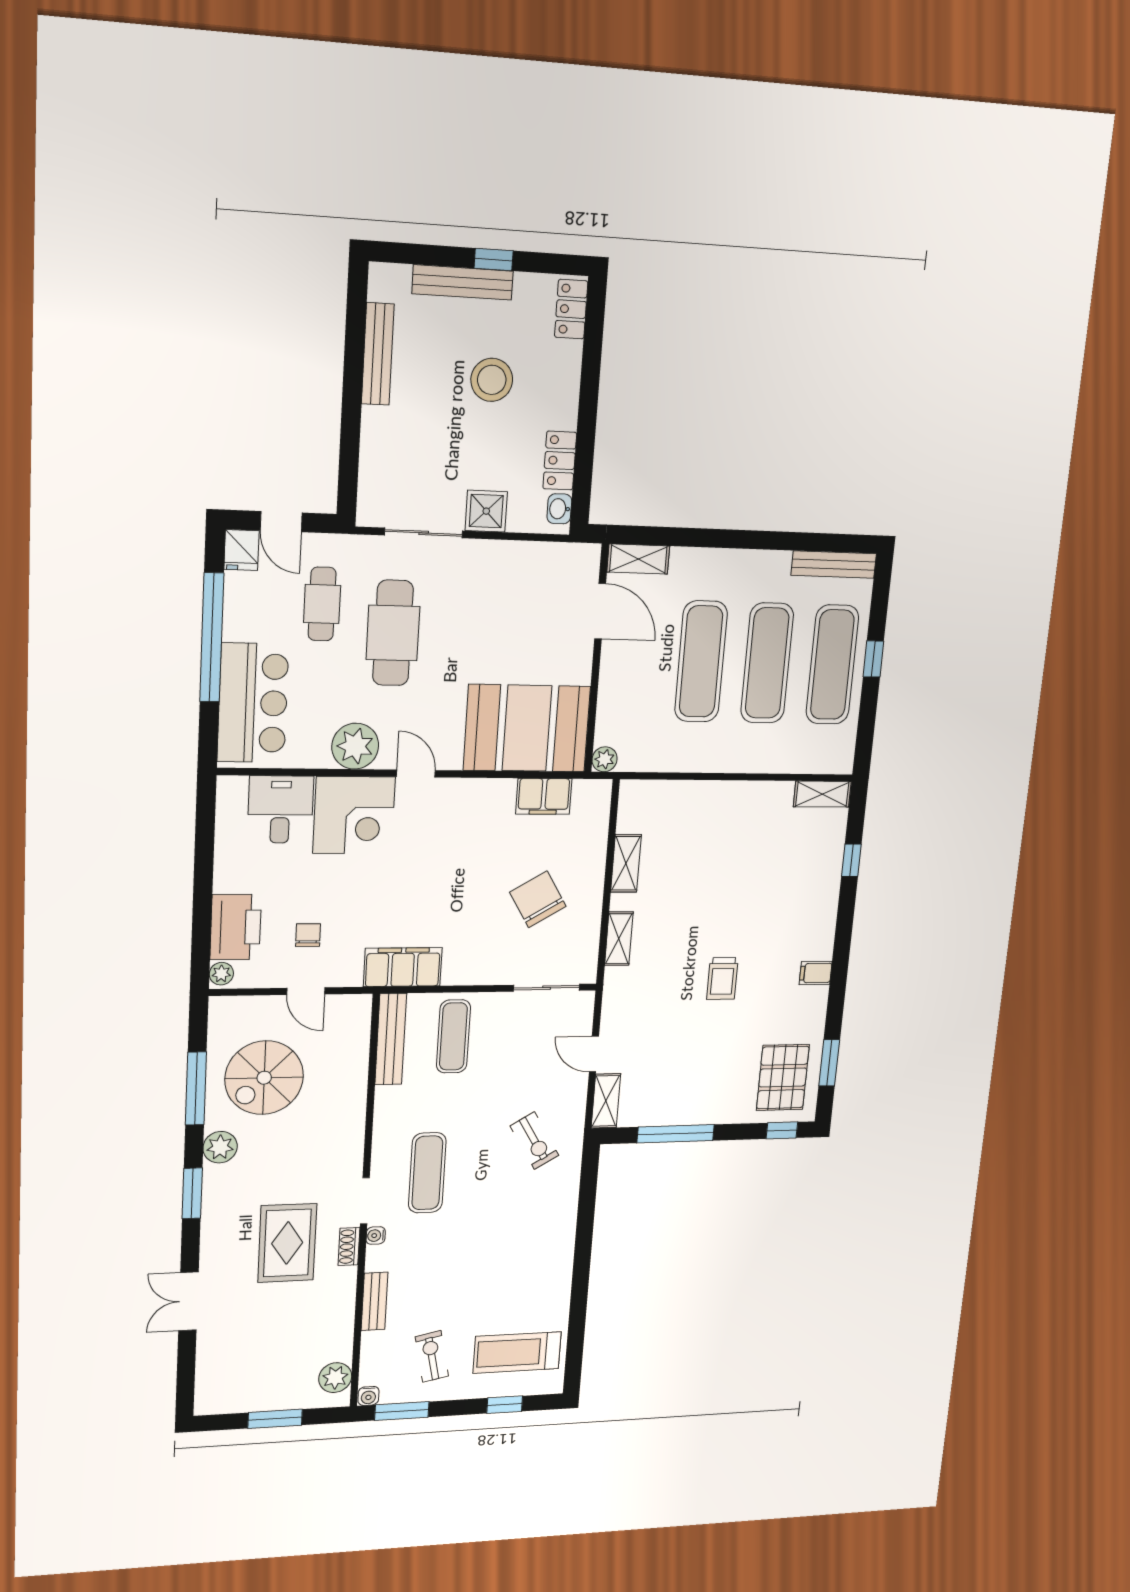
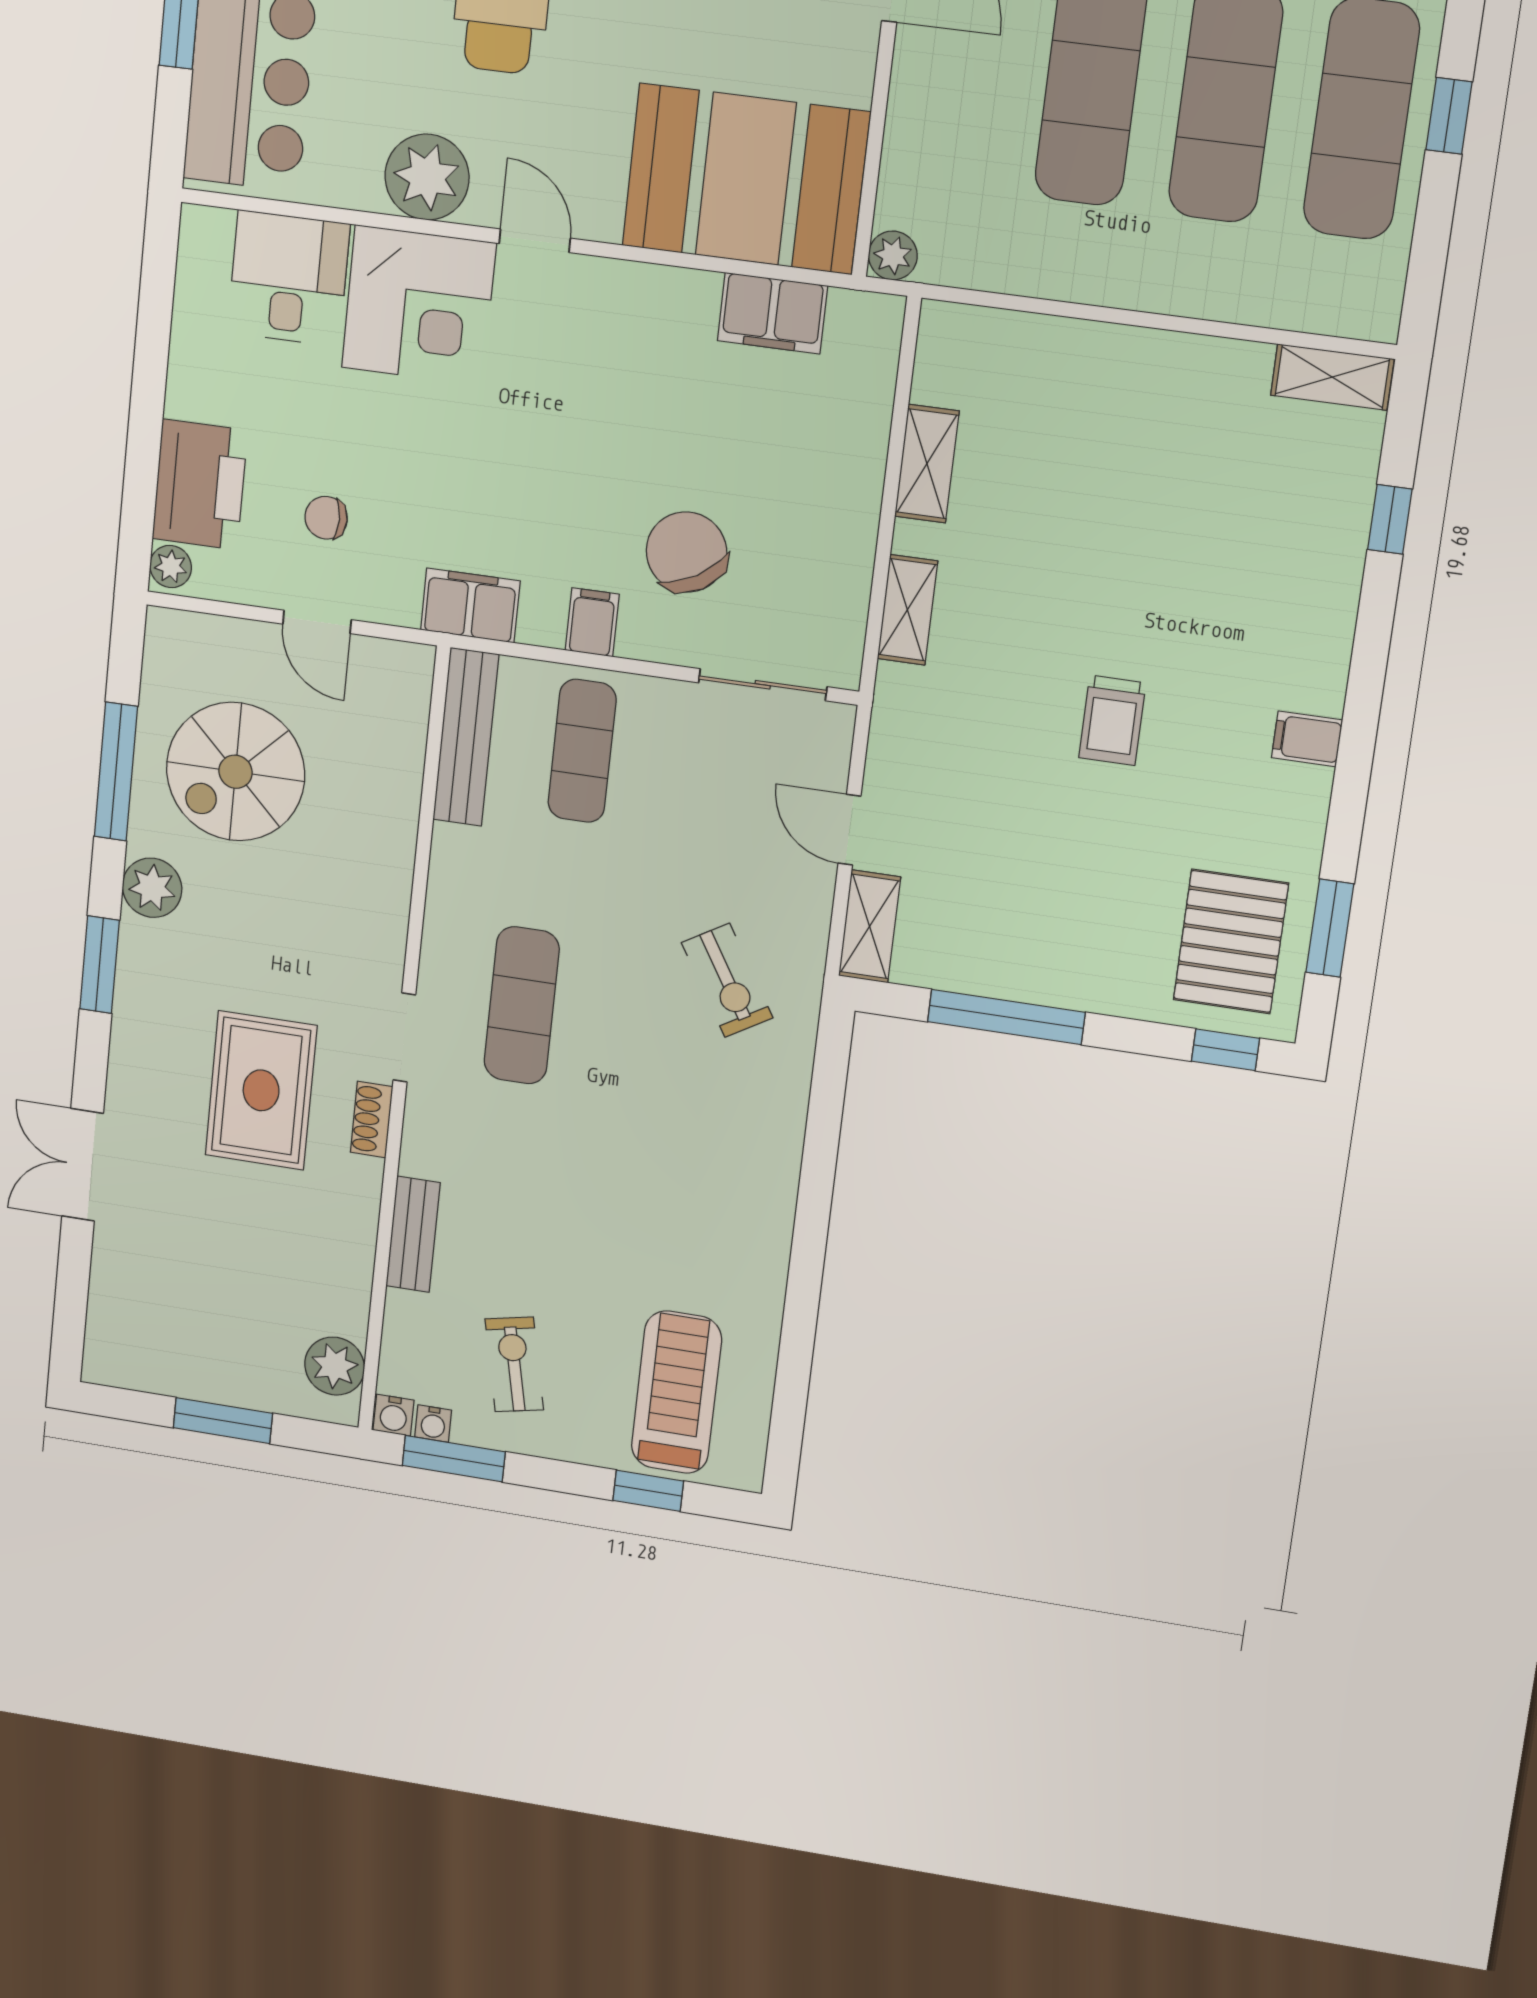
chair: (538, 899) -> (686, 552), moved
chair: (308, 935) -> (326, 518), turned -90
filing cabinet: (403, 967) -> (470, 605), width x0.67, depth x0.86
filing cabinet: (456, 969) -> (592, 622), added
water cooler: (376, 1236) -> (433, 1424), moved, turned -90
treadmill: (517, 1352) -> (677, 1392), turned 90

